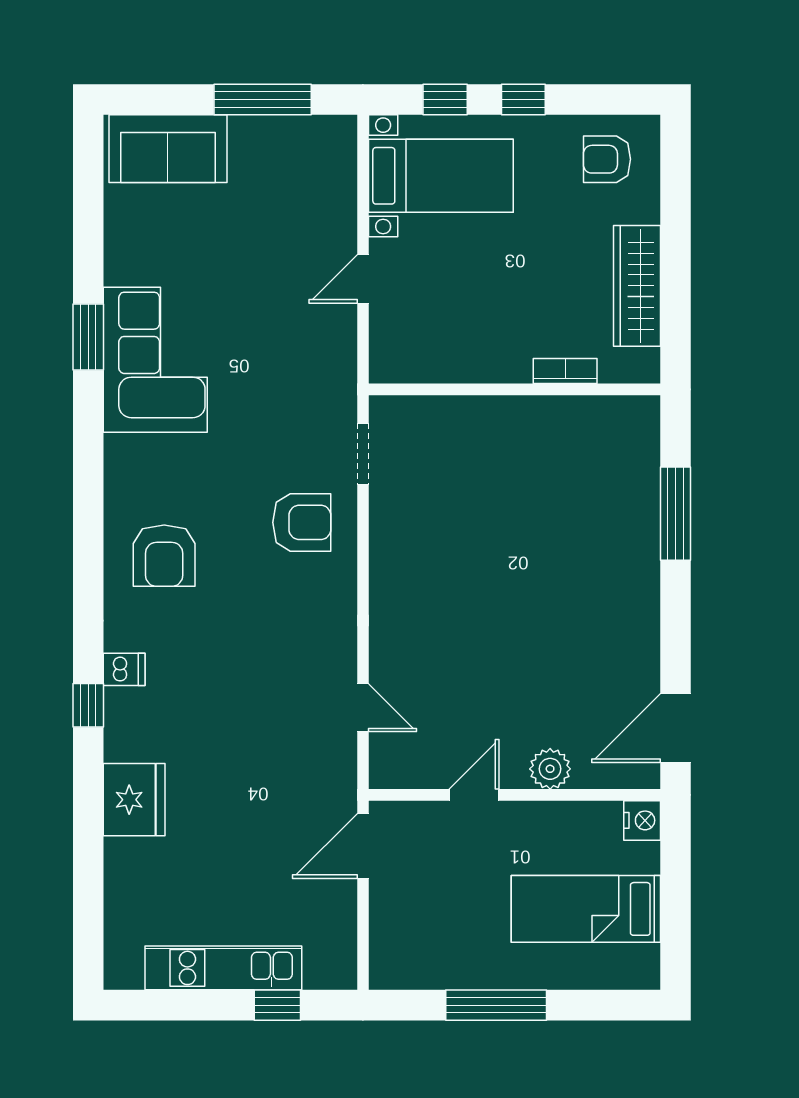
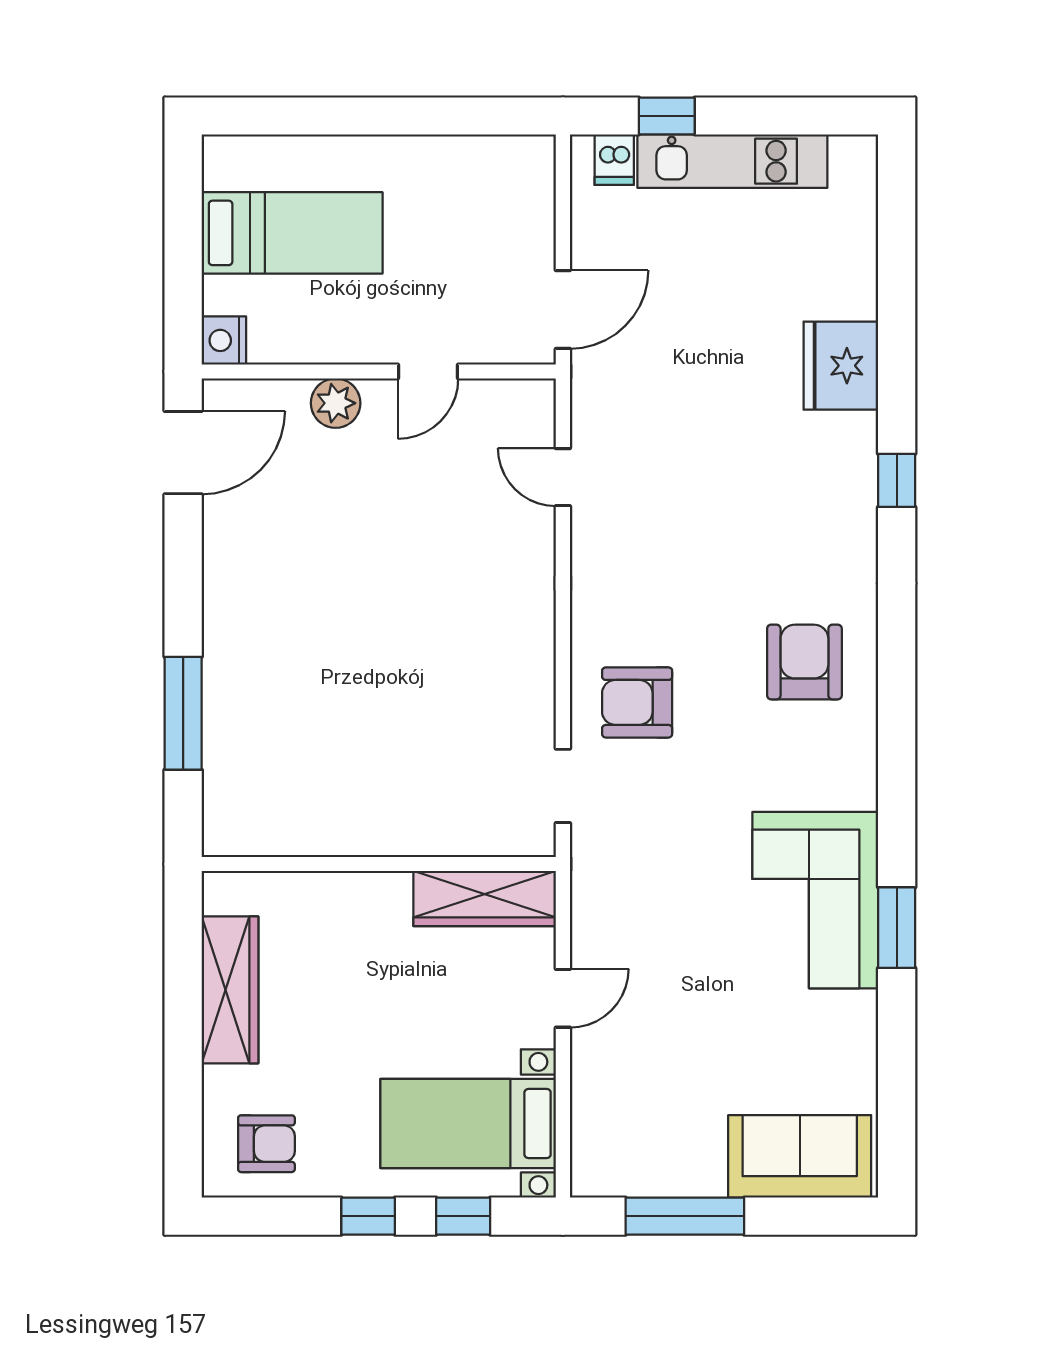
wardrobe: (427, 361) -> (485, 898), added
bookcase: (565, 371) -> (317, 886), removed
dishwasher: (124, 669) -> (614, 160), moved, turned -90
window: (496, 1005) -> (401, 116), removed

